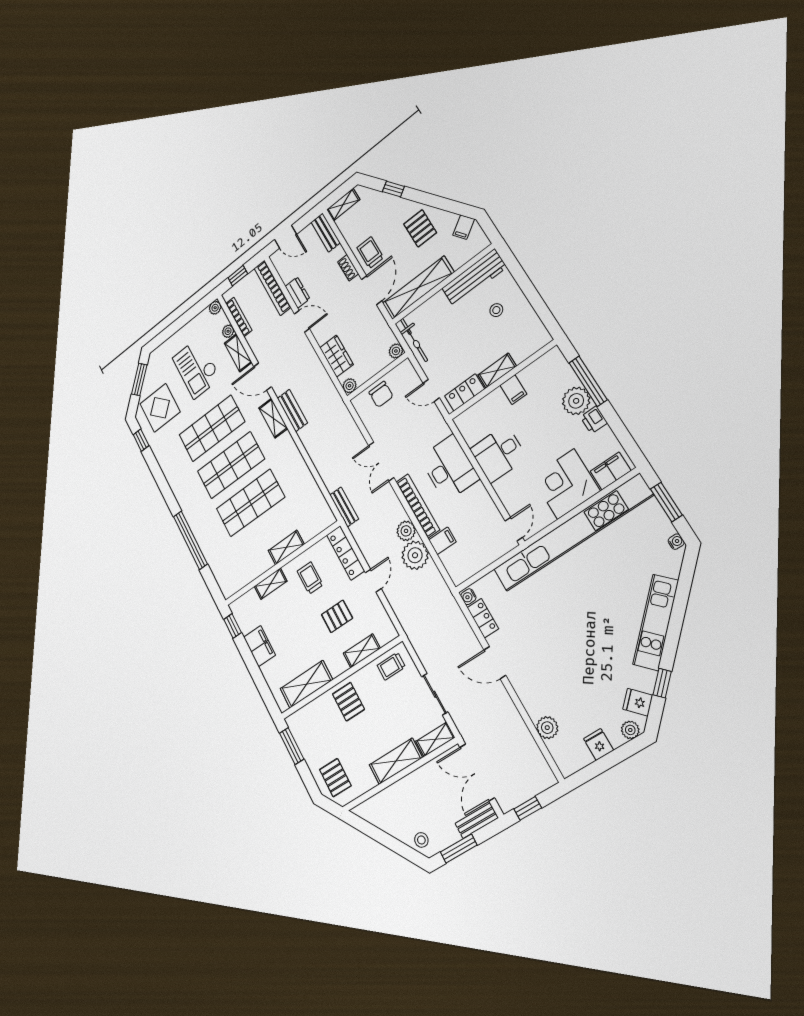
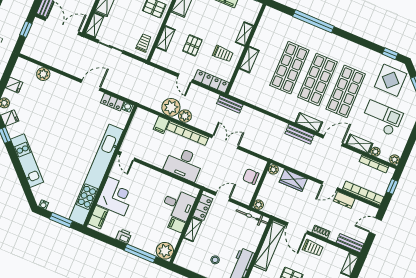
plant: (576, 401) -> (165, 251), moved
desk: (498, 454) -> (178, 205), moved, turned 90

